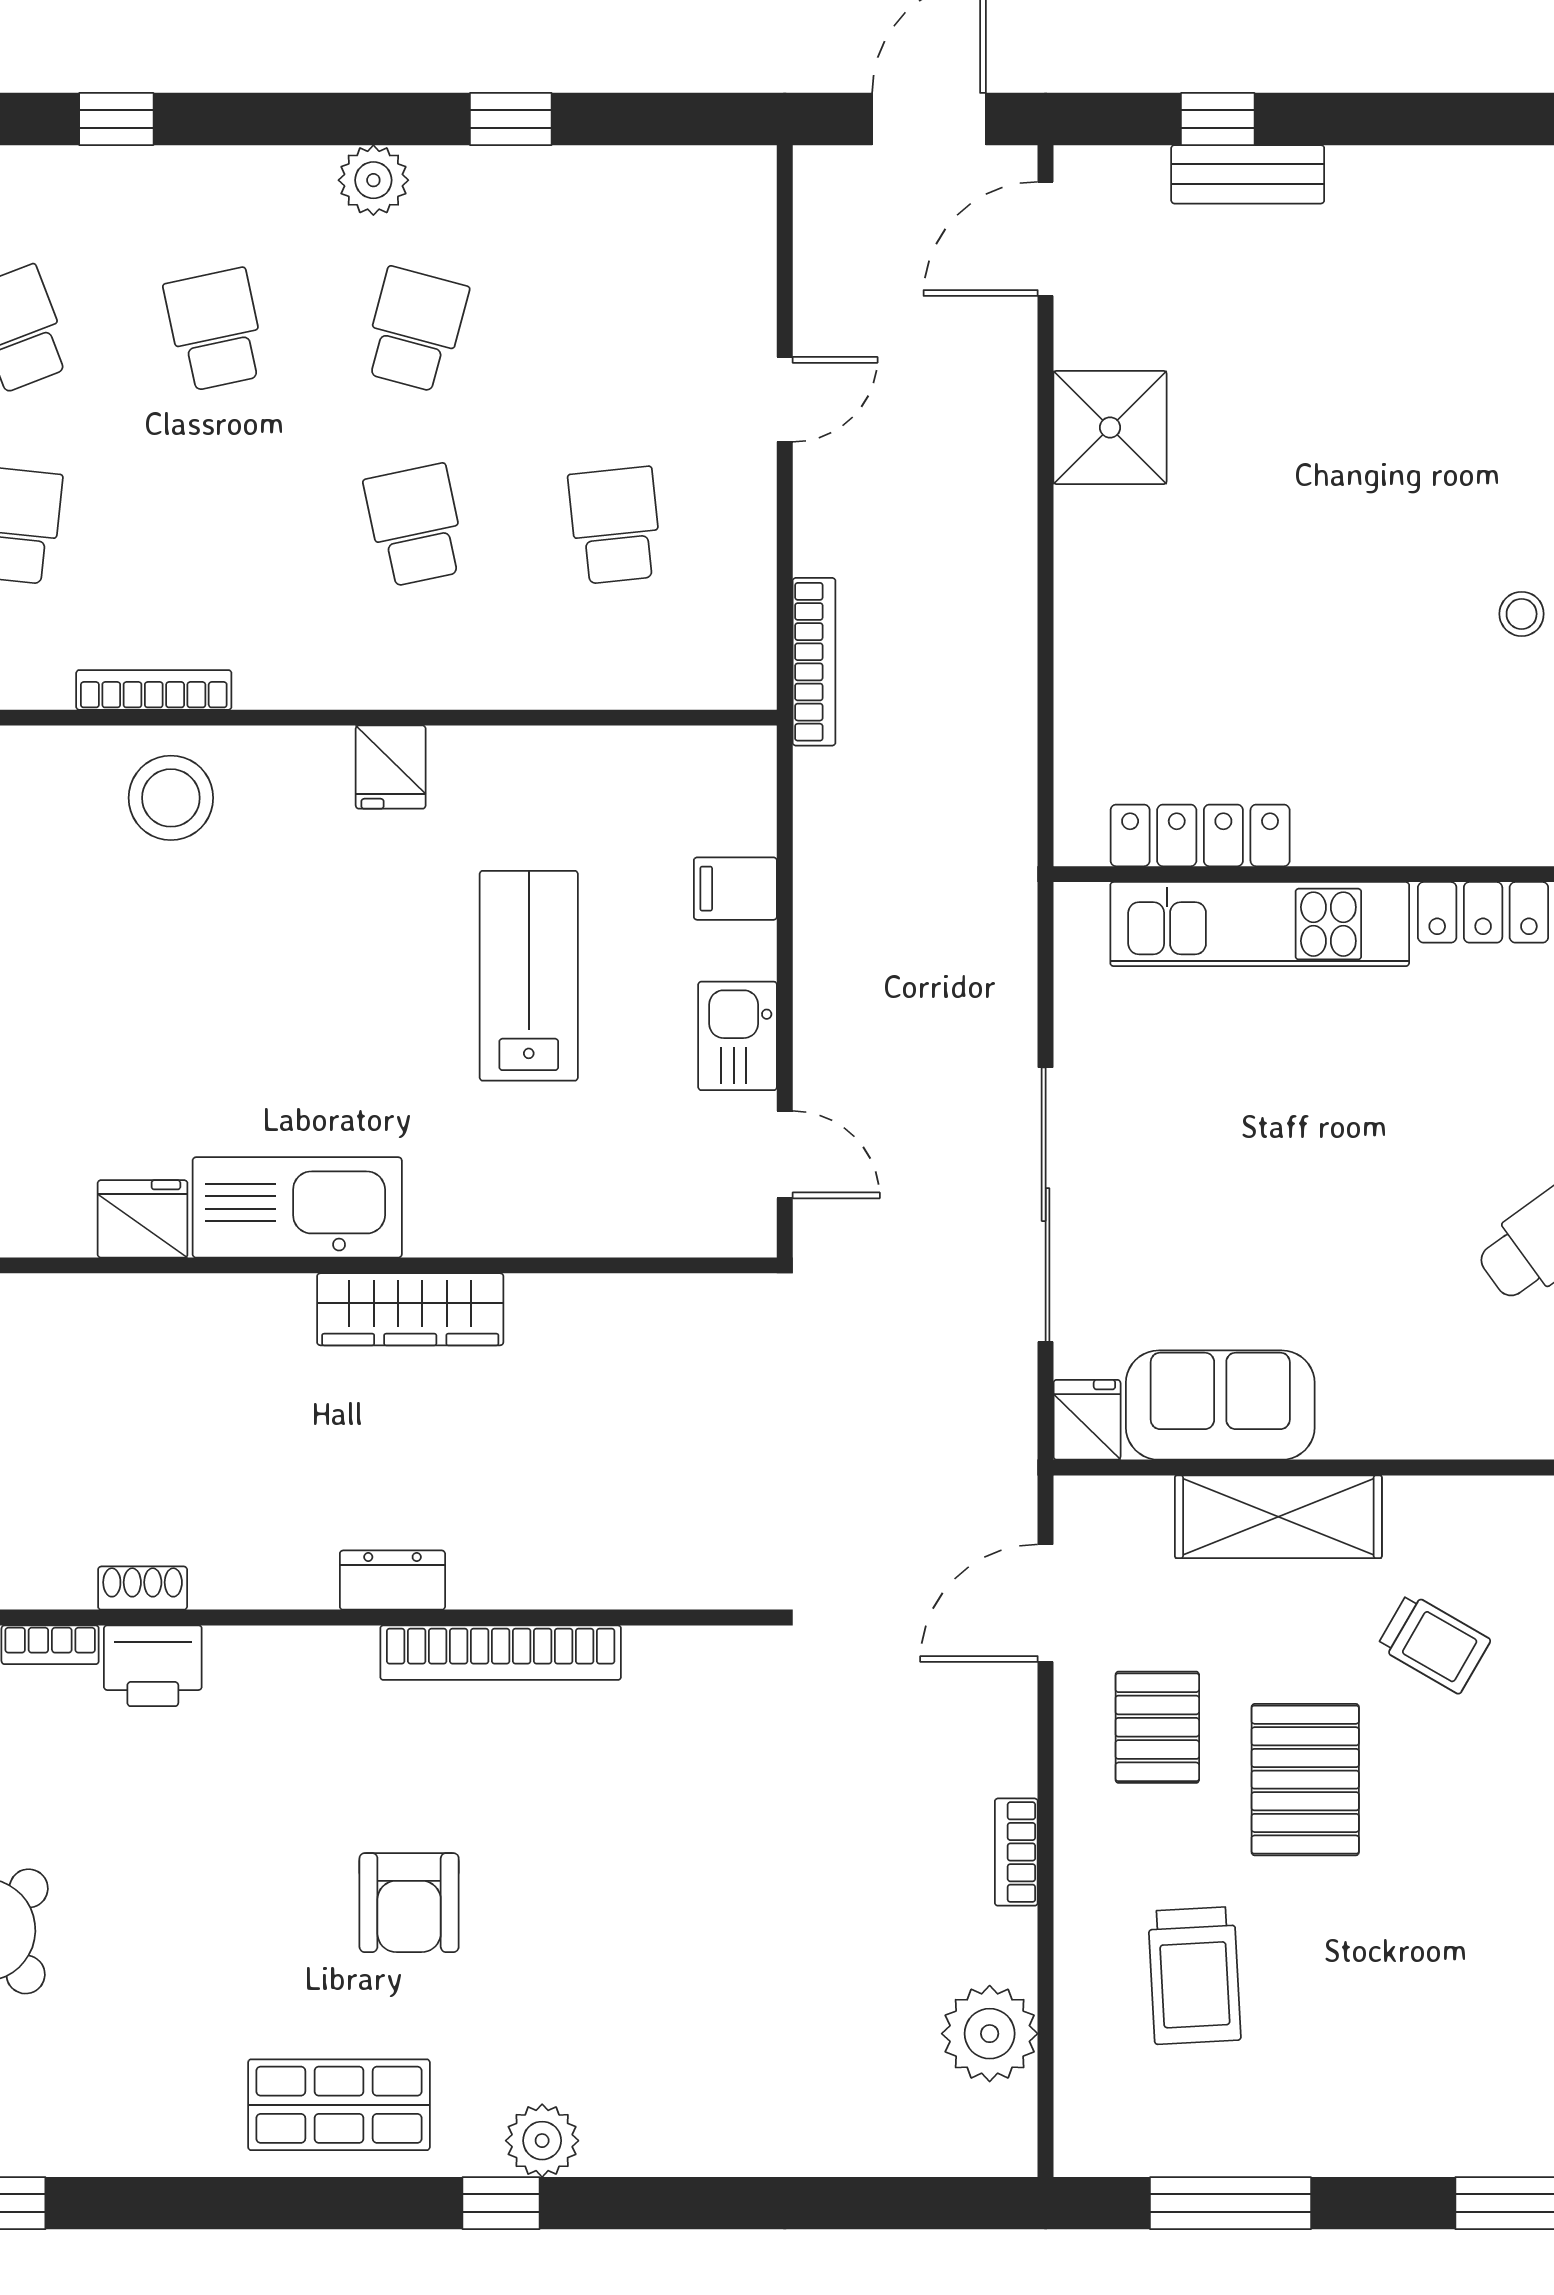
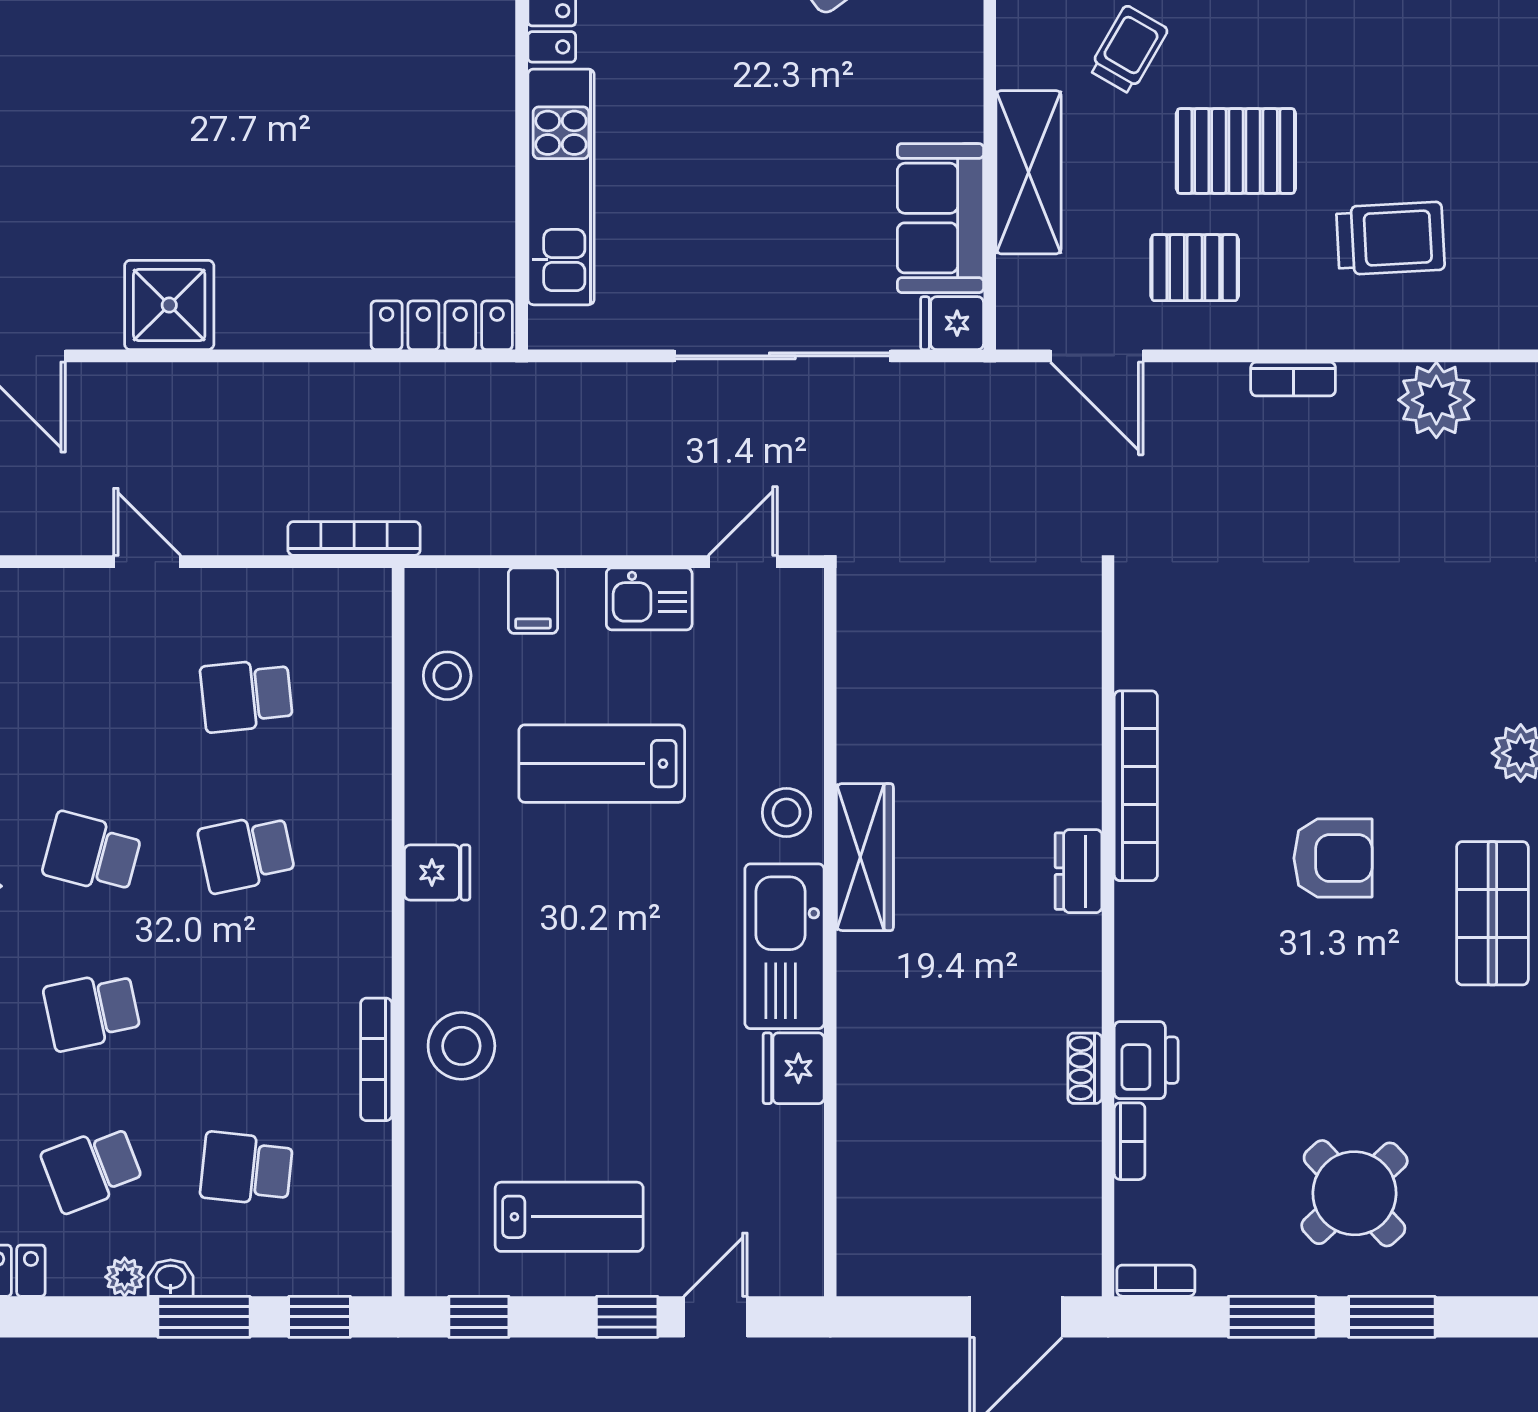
stool: (640, 780) -> (447, 676), added
locker: (1200, 835) -> (442, 325), moved, turned 90
stool: (467, 1210) -> (786, 813), added

